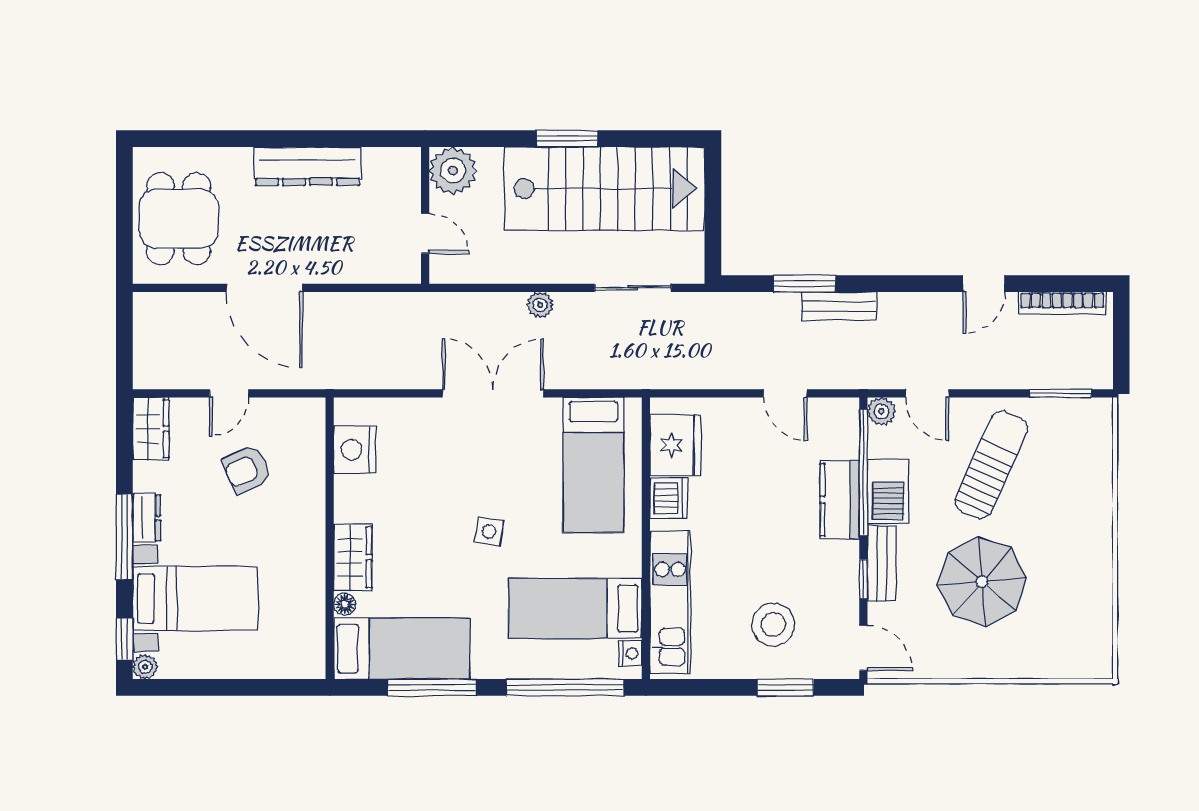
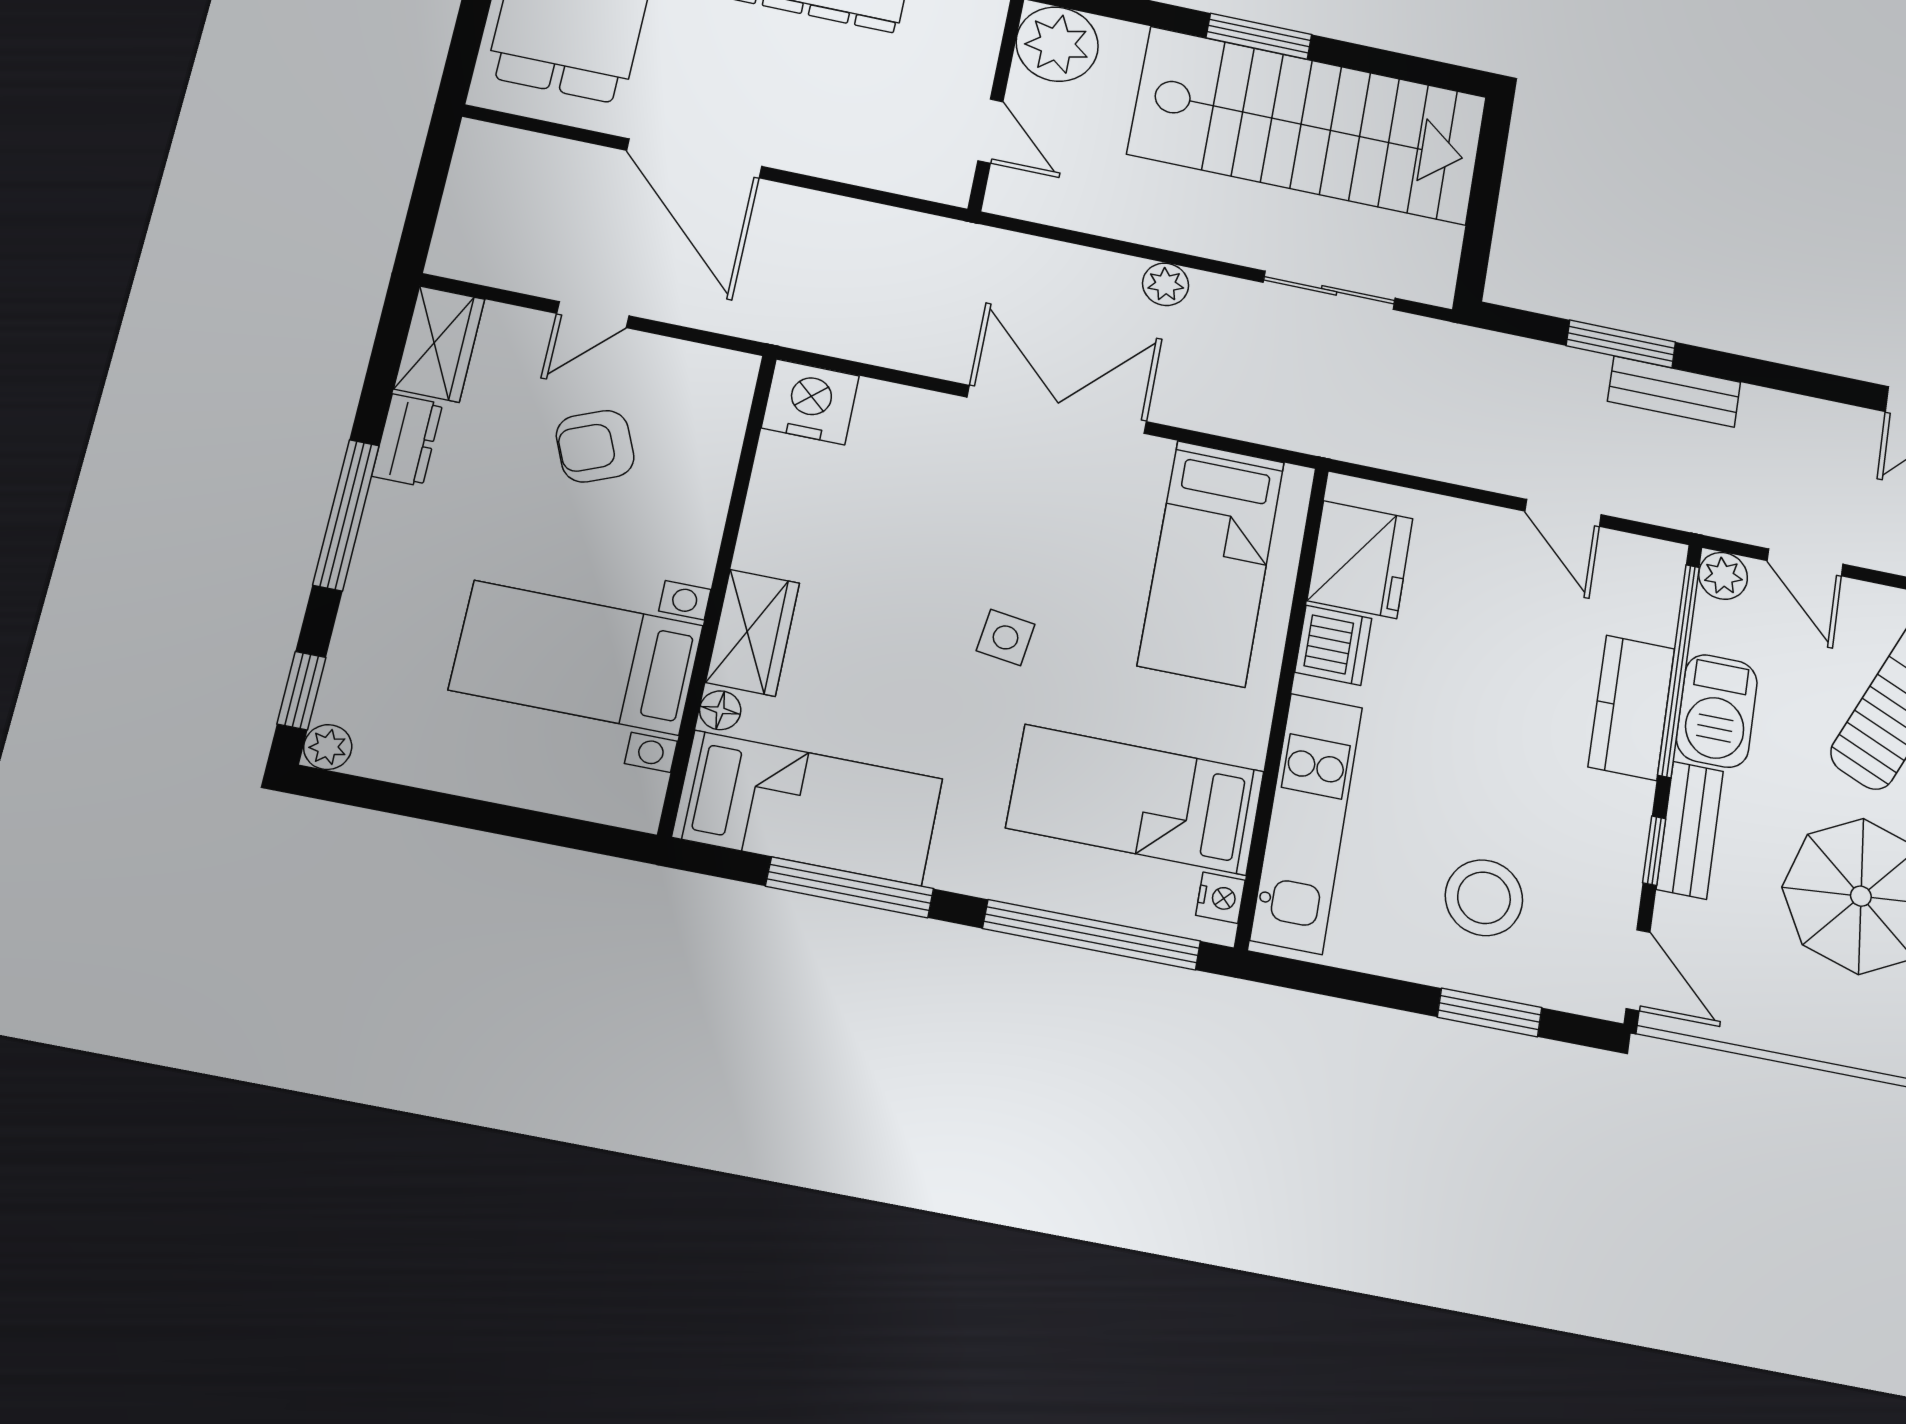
nightstand: (355, 450) -> (810, 402), moved, turned 90
dresser: (147, 518) -> (407, 440), moved
bed with nightstands: (196, 598) -> (576, 658), moved, turned 180

